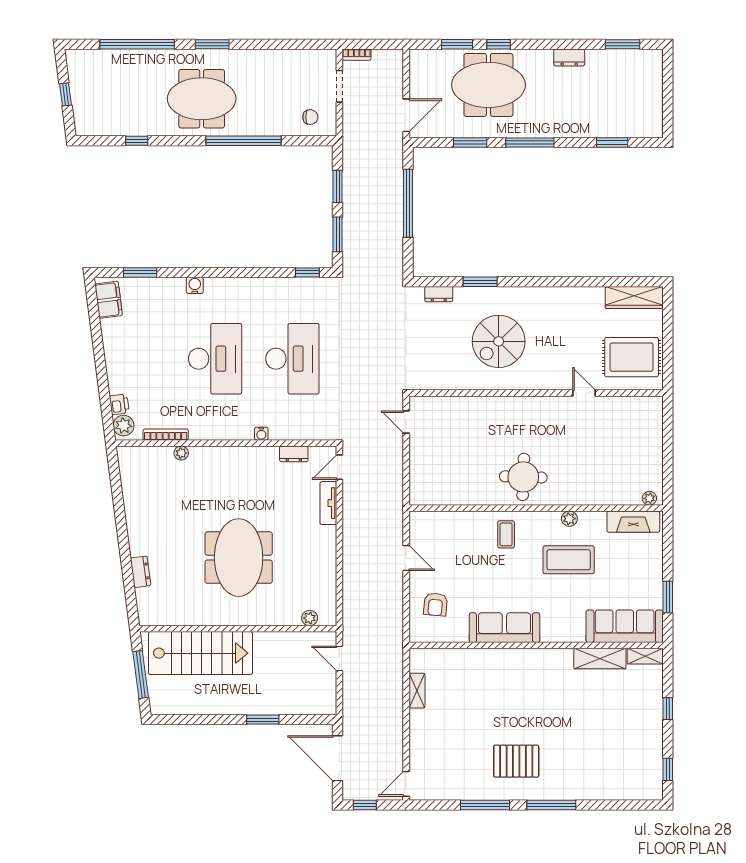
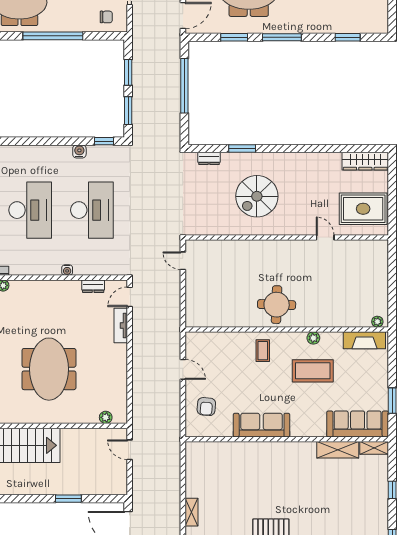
water cooler: (195, 285) -> (79, 151), moved
shelving: (417, 691) -> (192, 512), moved

